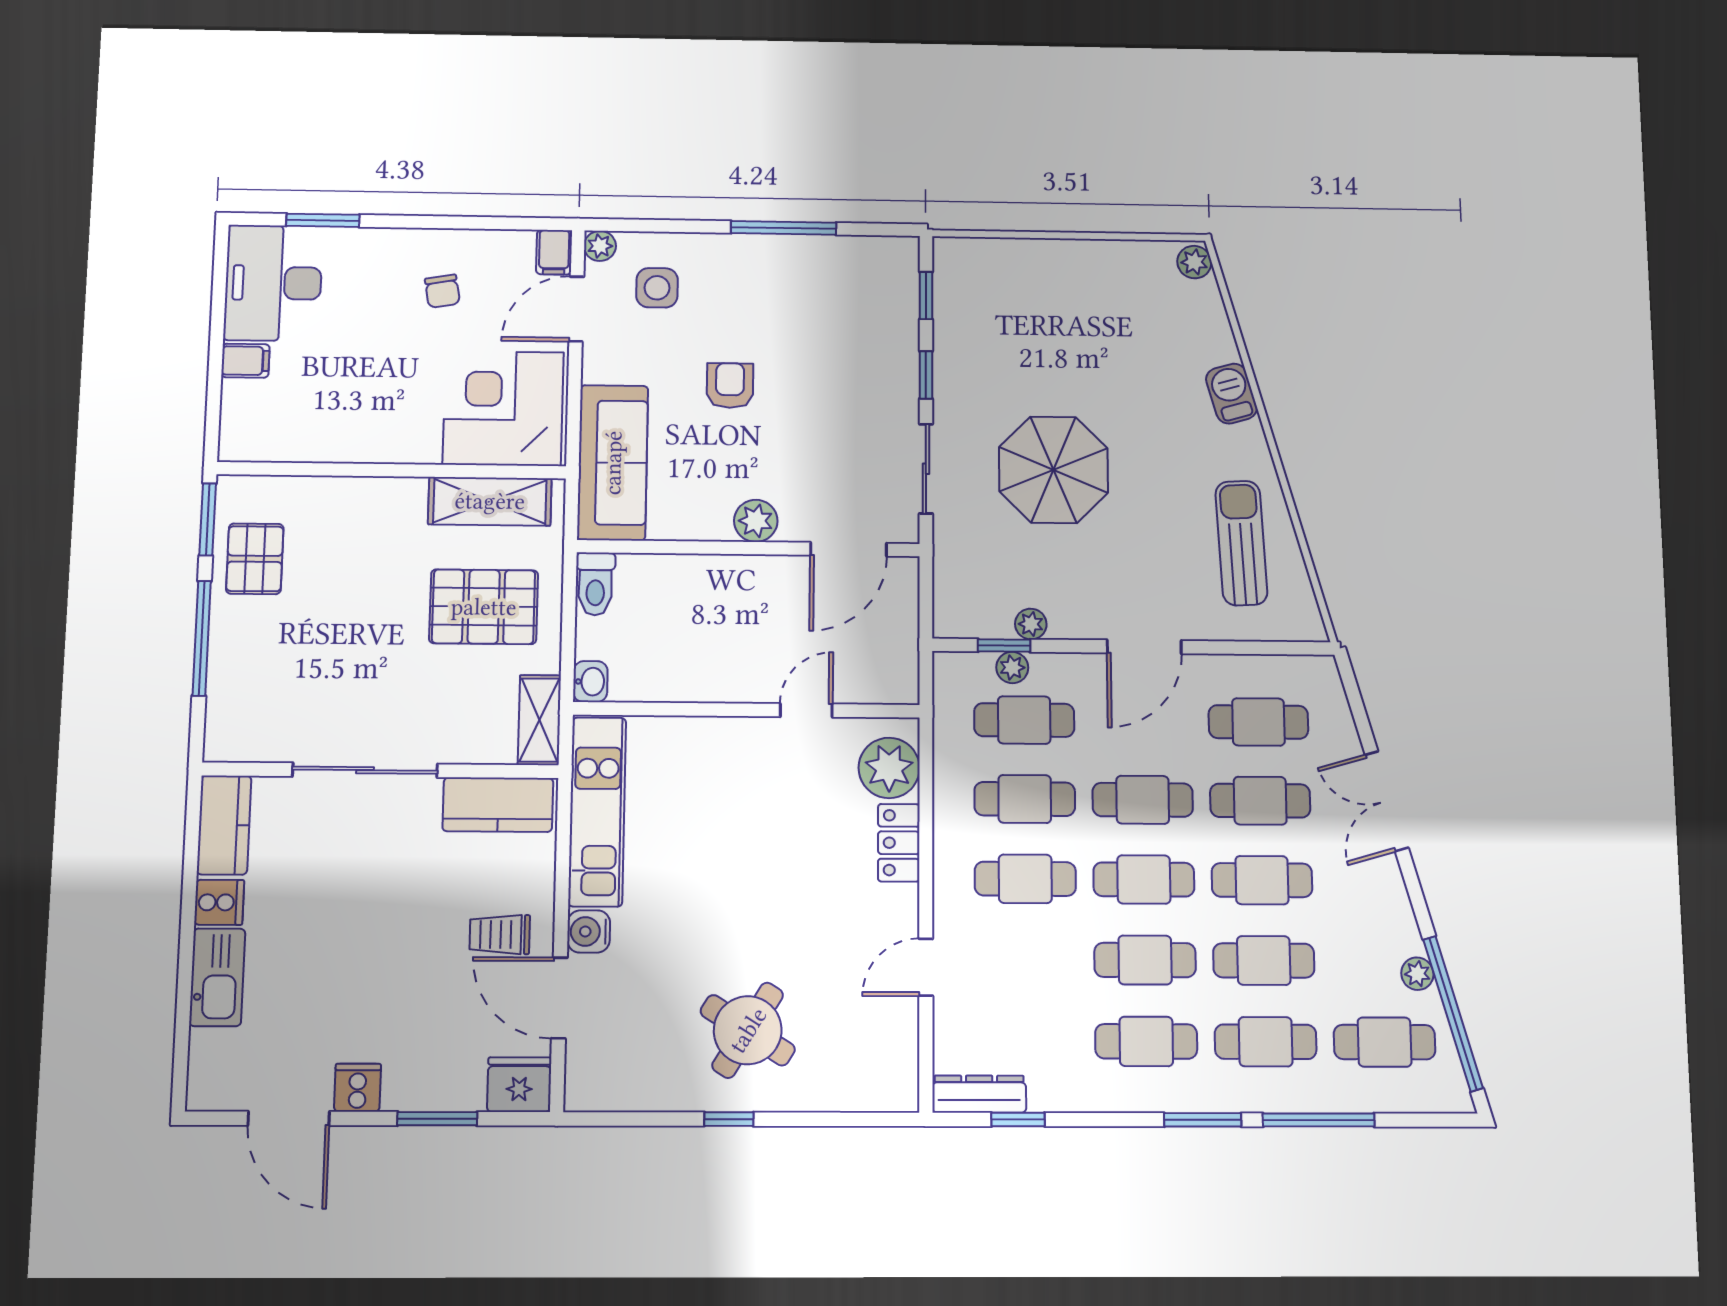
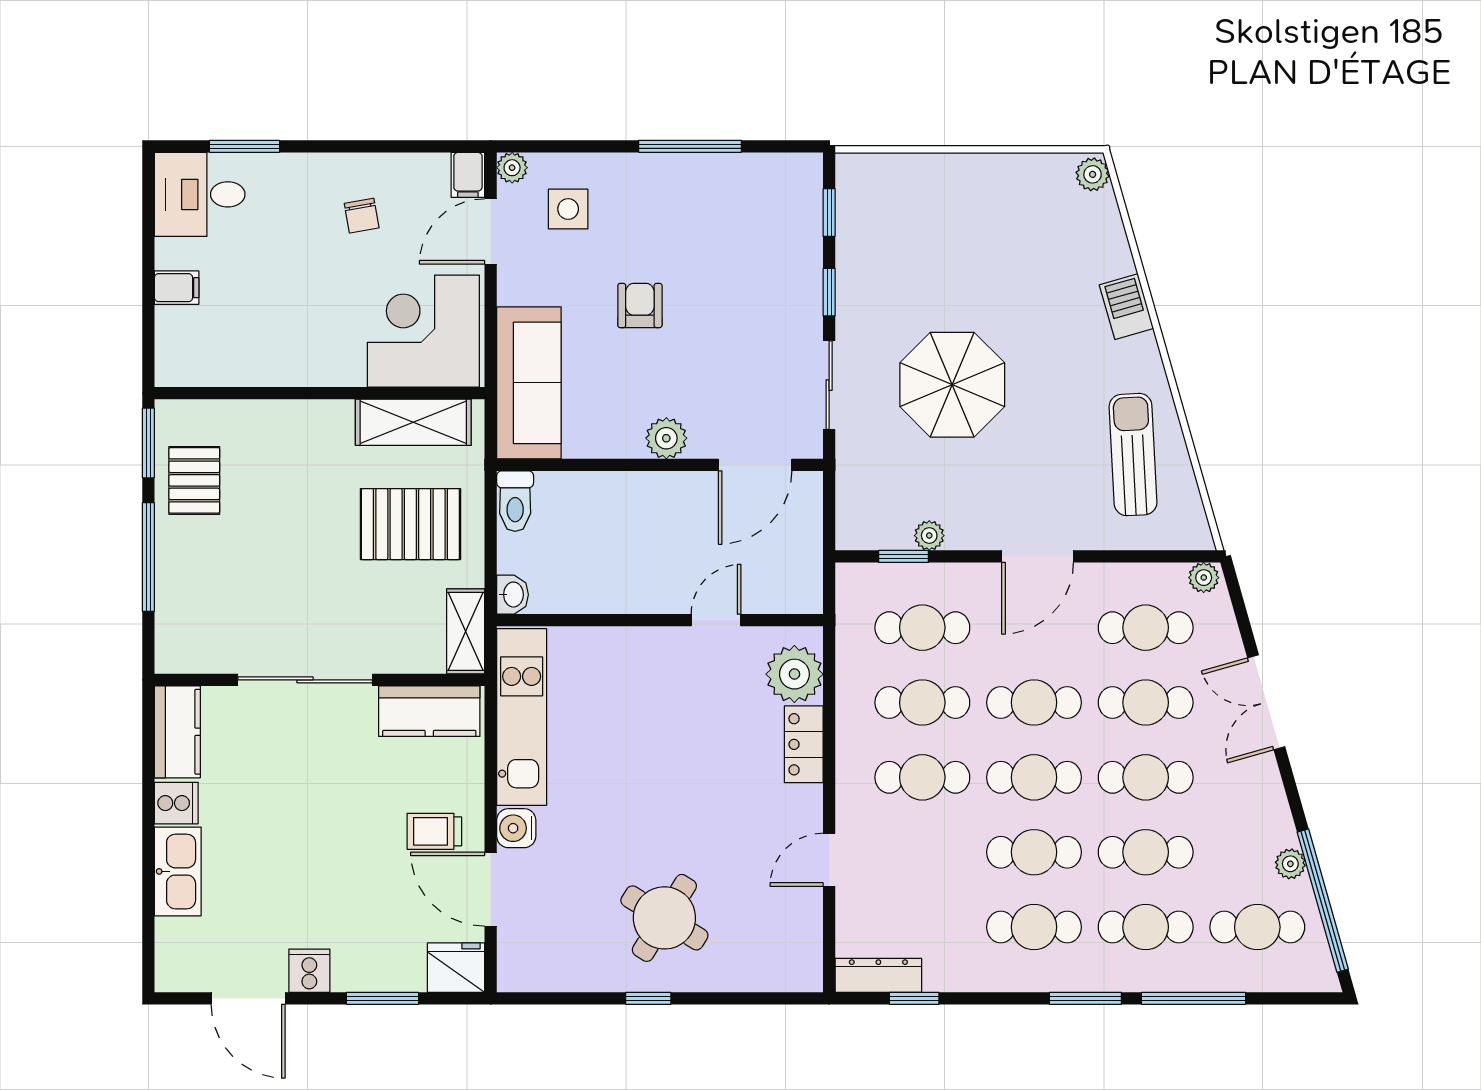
desk: (273, 283) -> (200, 194), width x0.73
plant: (1012, 668) -> (1204, 578), moved

